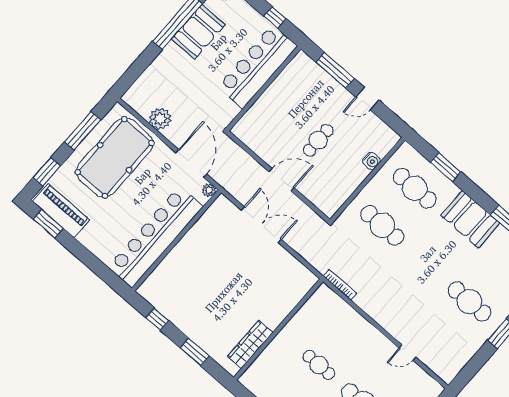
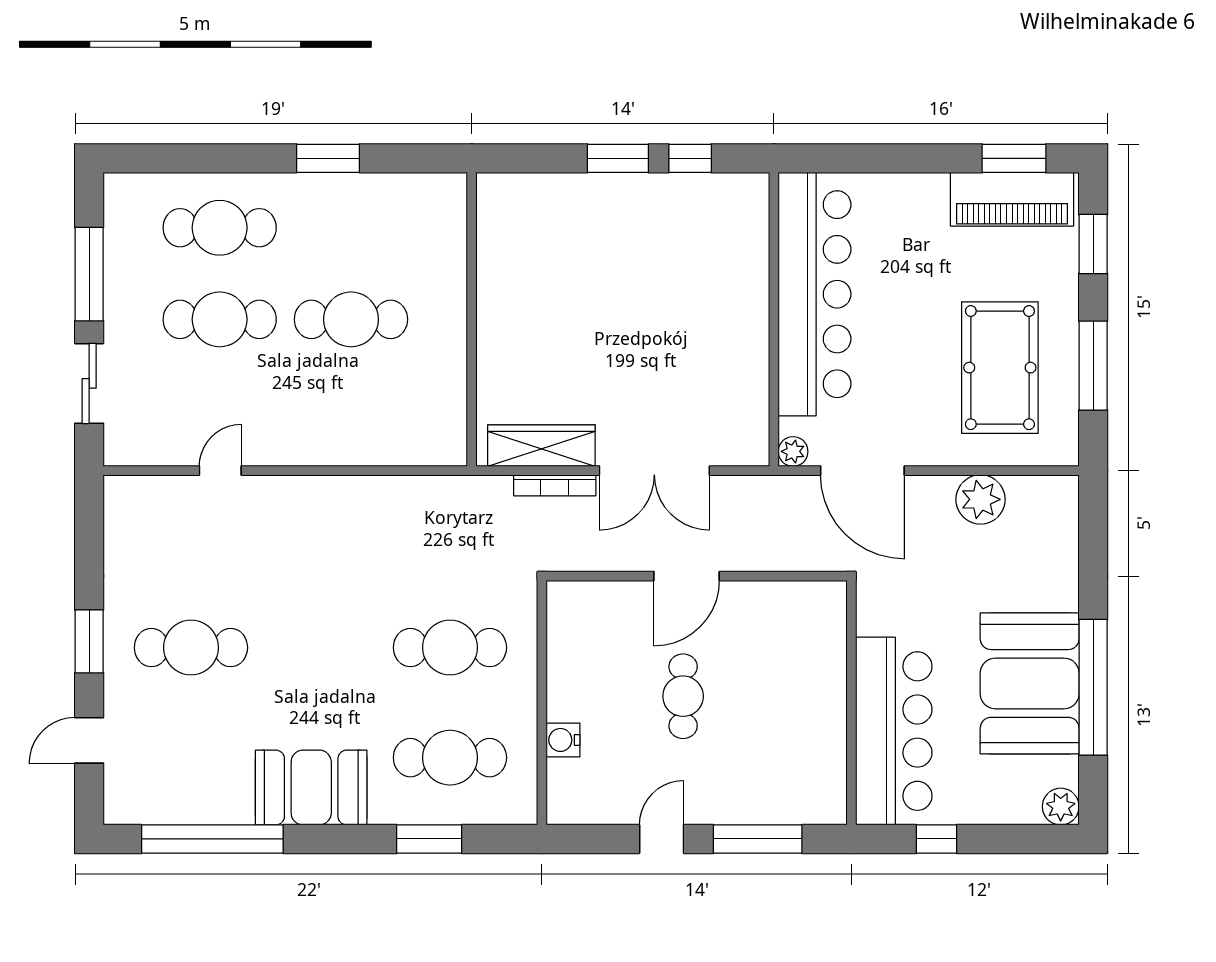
booth: (198, 32) -> (1030, 683), width x1.36, depth x1.42
pool table: (115, 158) -> (1000, 368), width x0.73, depth x0.76
bookcase: (340, 285) -> (555, 485), moved
wardrobe: (250, 344) -> (541, 446), moved, turned -90
window: (195, 352) -> (618, 158), moved
cafe table: (319, 365) -> (351, 319), width x1.37, depth x1.35

